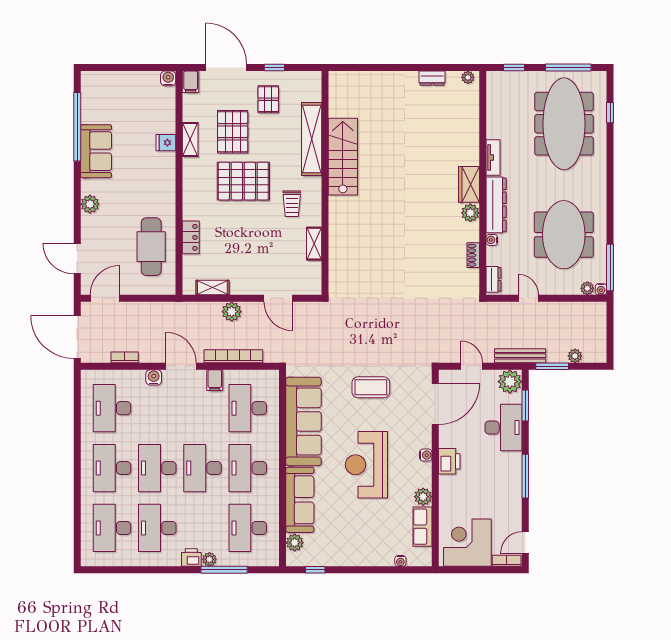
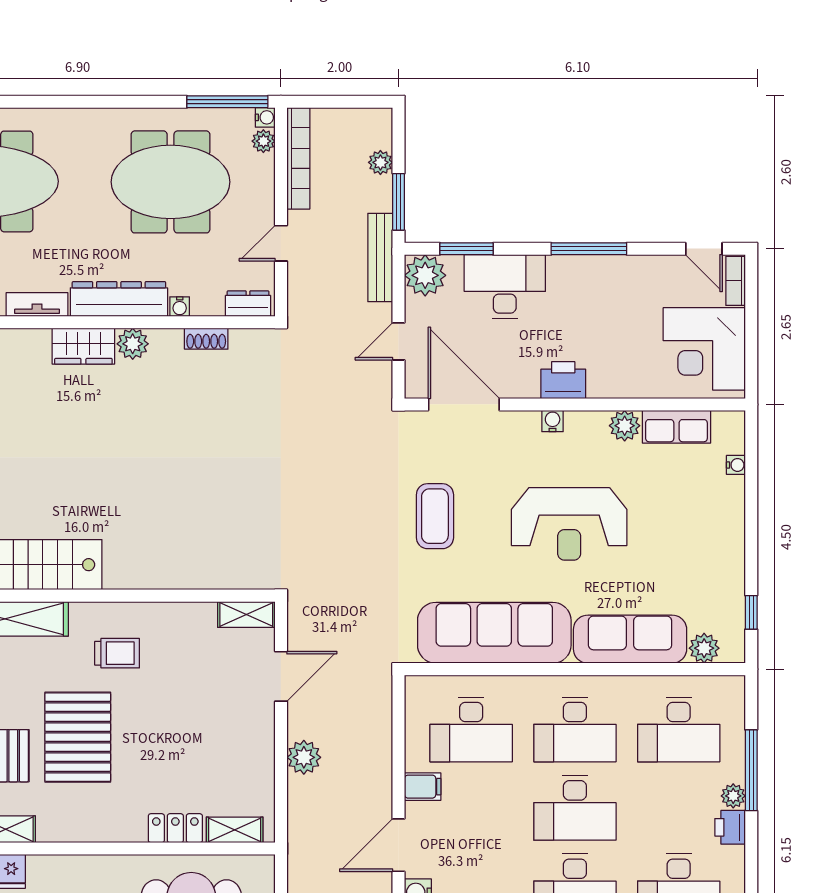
shelving: (314, 244) -> (246, 614), moved
shelving: (212, 288) -> (235, 830), moved, turned 90
bookcase: (233, 356) -> (298, 158), moved, turned 180

